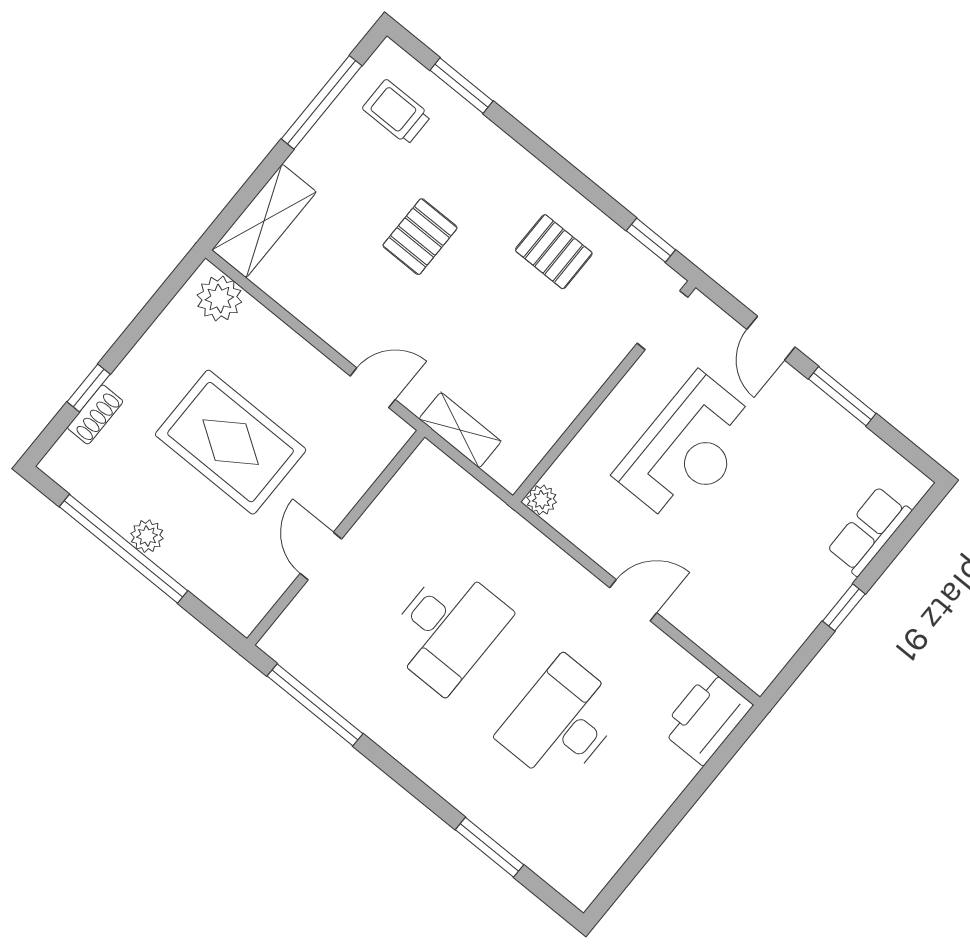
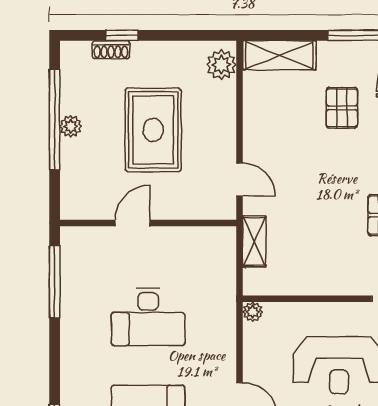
pallet: (420, 237) -> (342, 108), moved, turned 90

